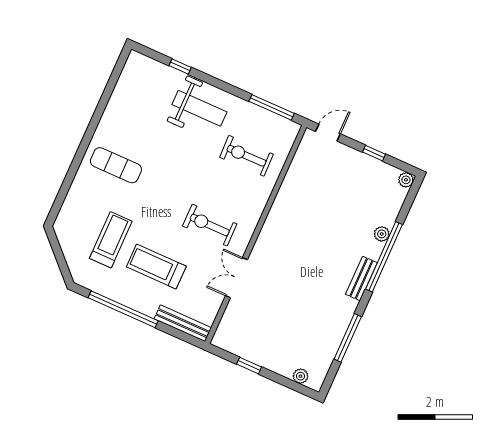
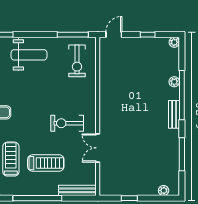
exercise bike: (246, 156) -> (77, 61), moved, turned -89
treadmill: (156, 267) -> (46, 163), turned 180

